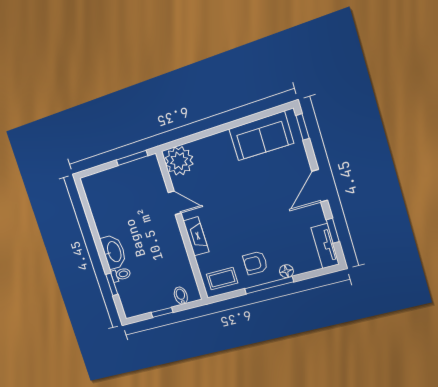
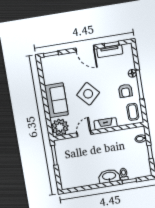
sofa: (261, 136) -> (56, 100), moved
side table: (242, 201) -> (88, 94), added
tv unit: (325, 246) -> (110, 51), moved

